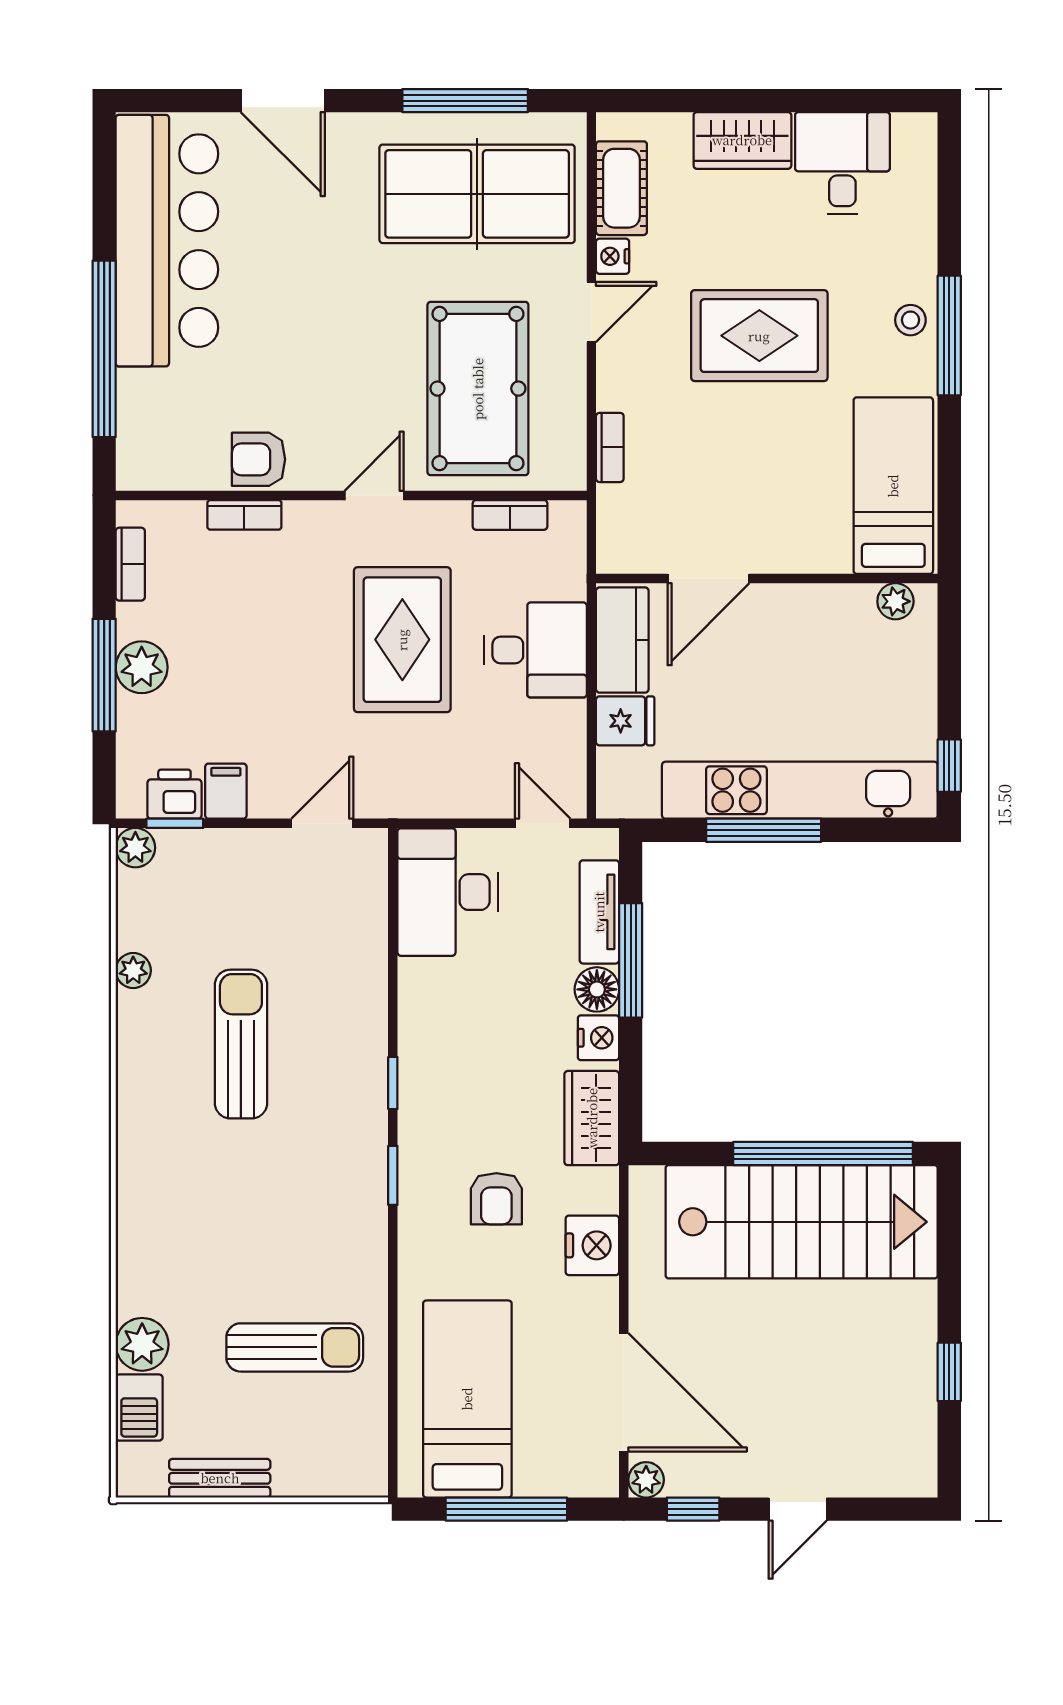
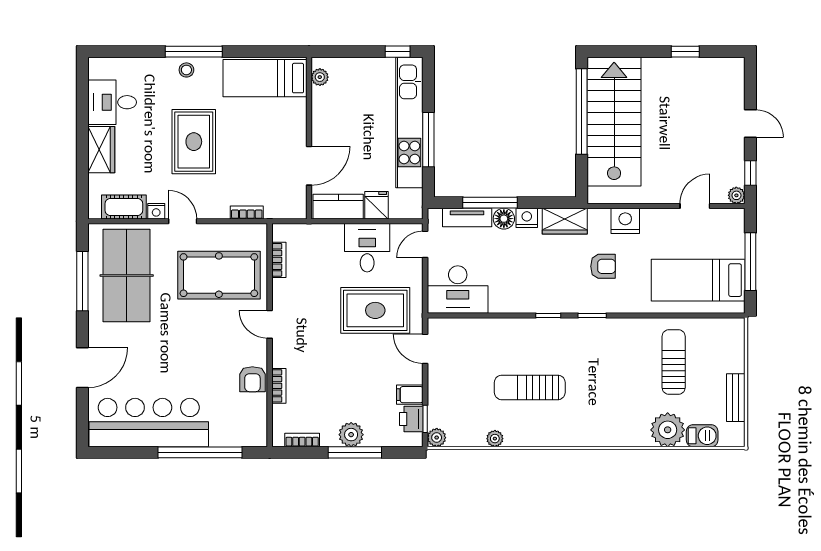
door: (708, 579) -> (309, 166), hinge flipped
rug: (402, 640) -> (375, 310), moved
desk: (535, 650) -> (367, 248), moved
plant: (142, 1344) -> (668, 430), width x1.36, depth x1.36
door: (624, 1392) -> (695, 206), width x0.53

